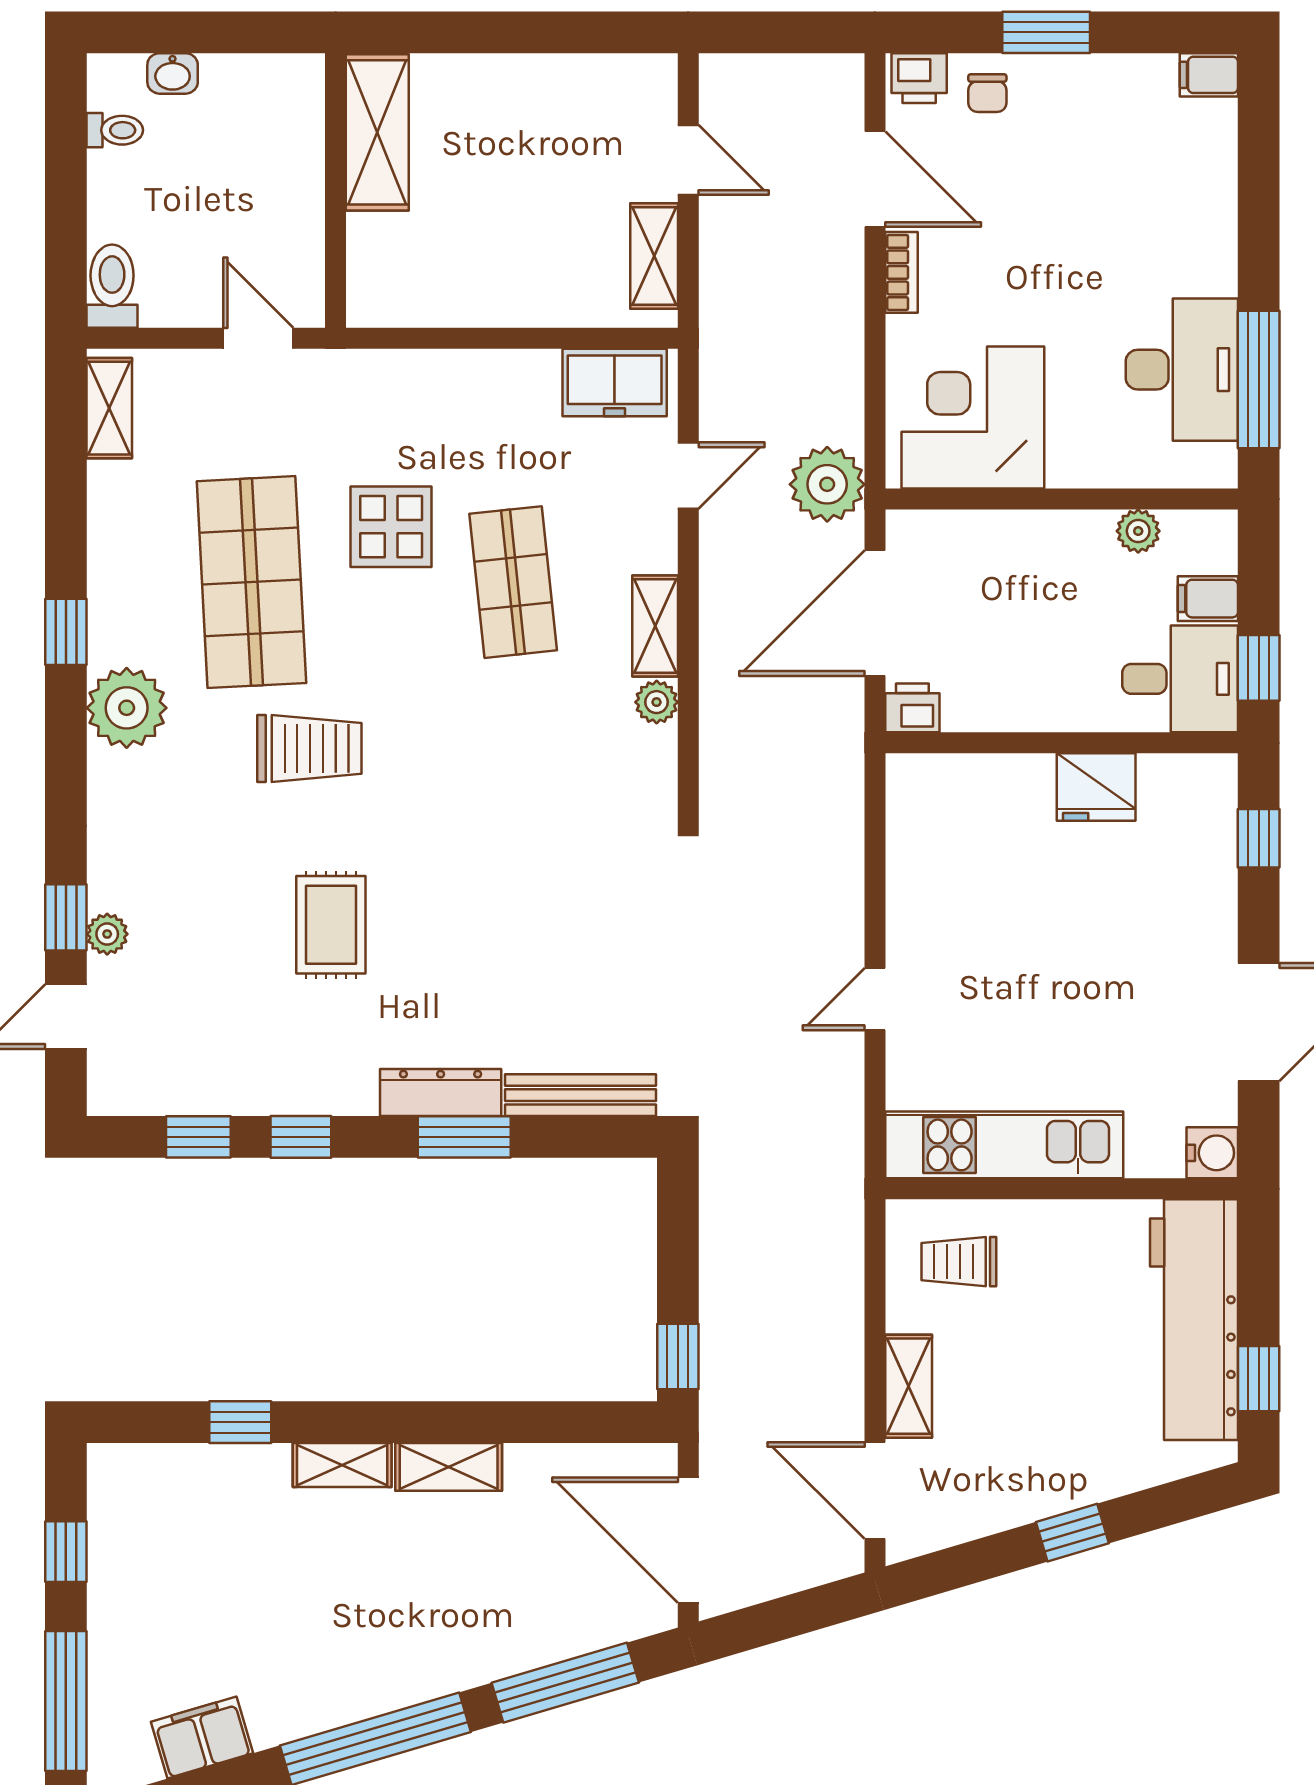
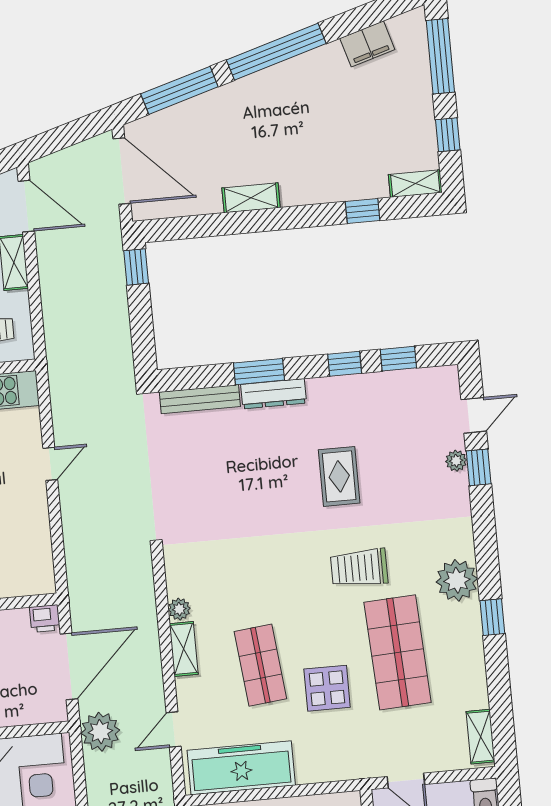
freezer: (615, 383) -> (241, 768), width x1.91, depth x1.26
shelving: (342, 1465) -> (415, 184), moved

